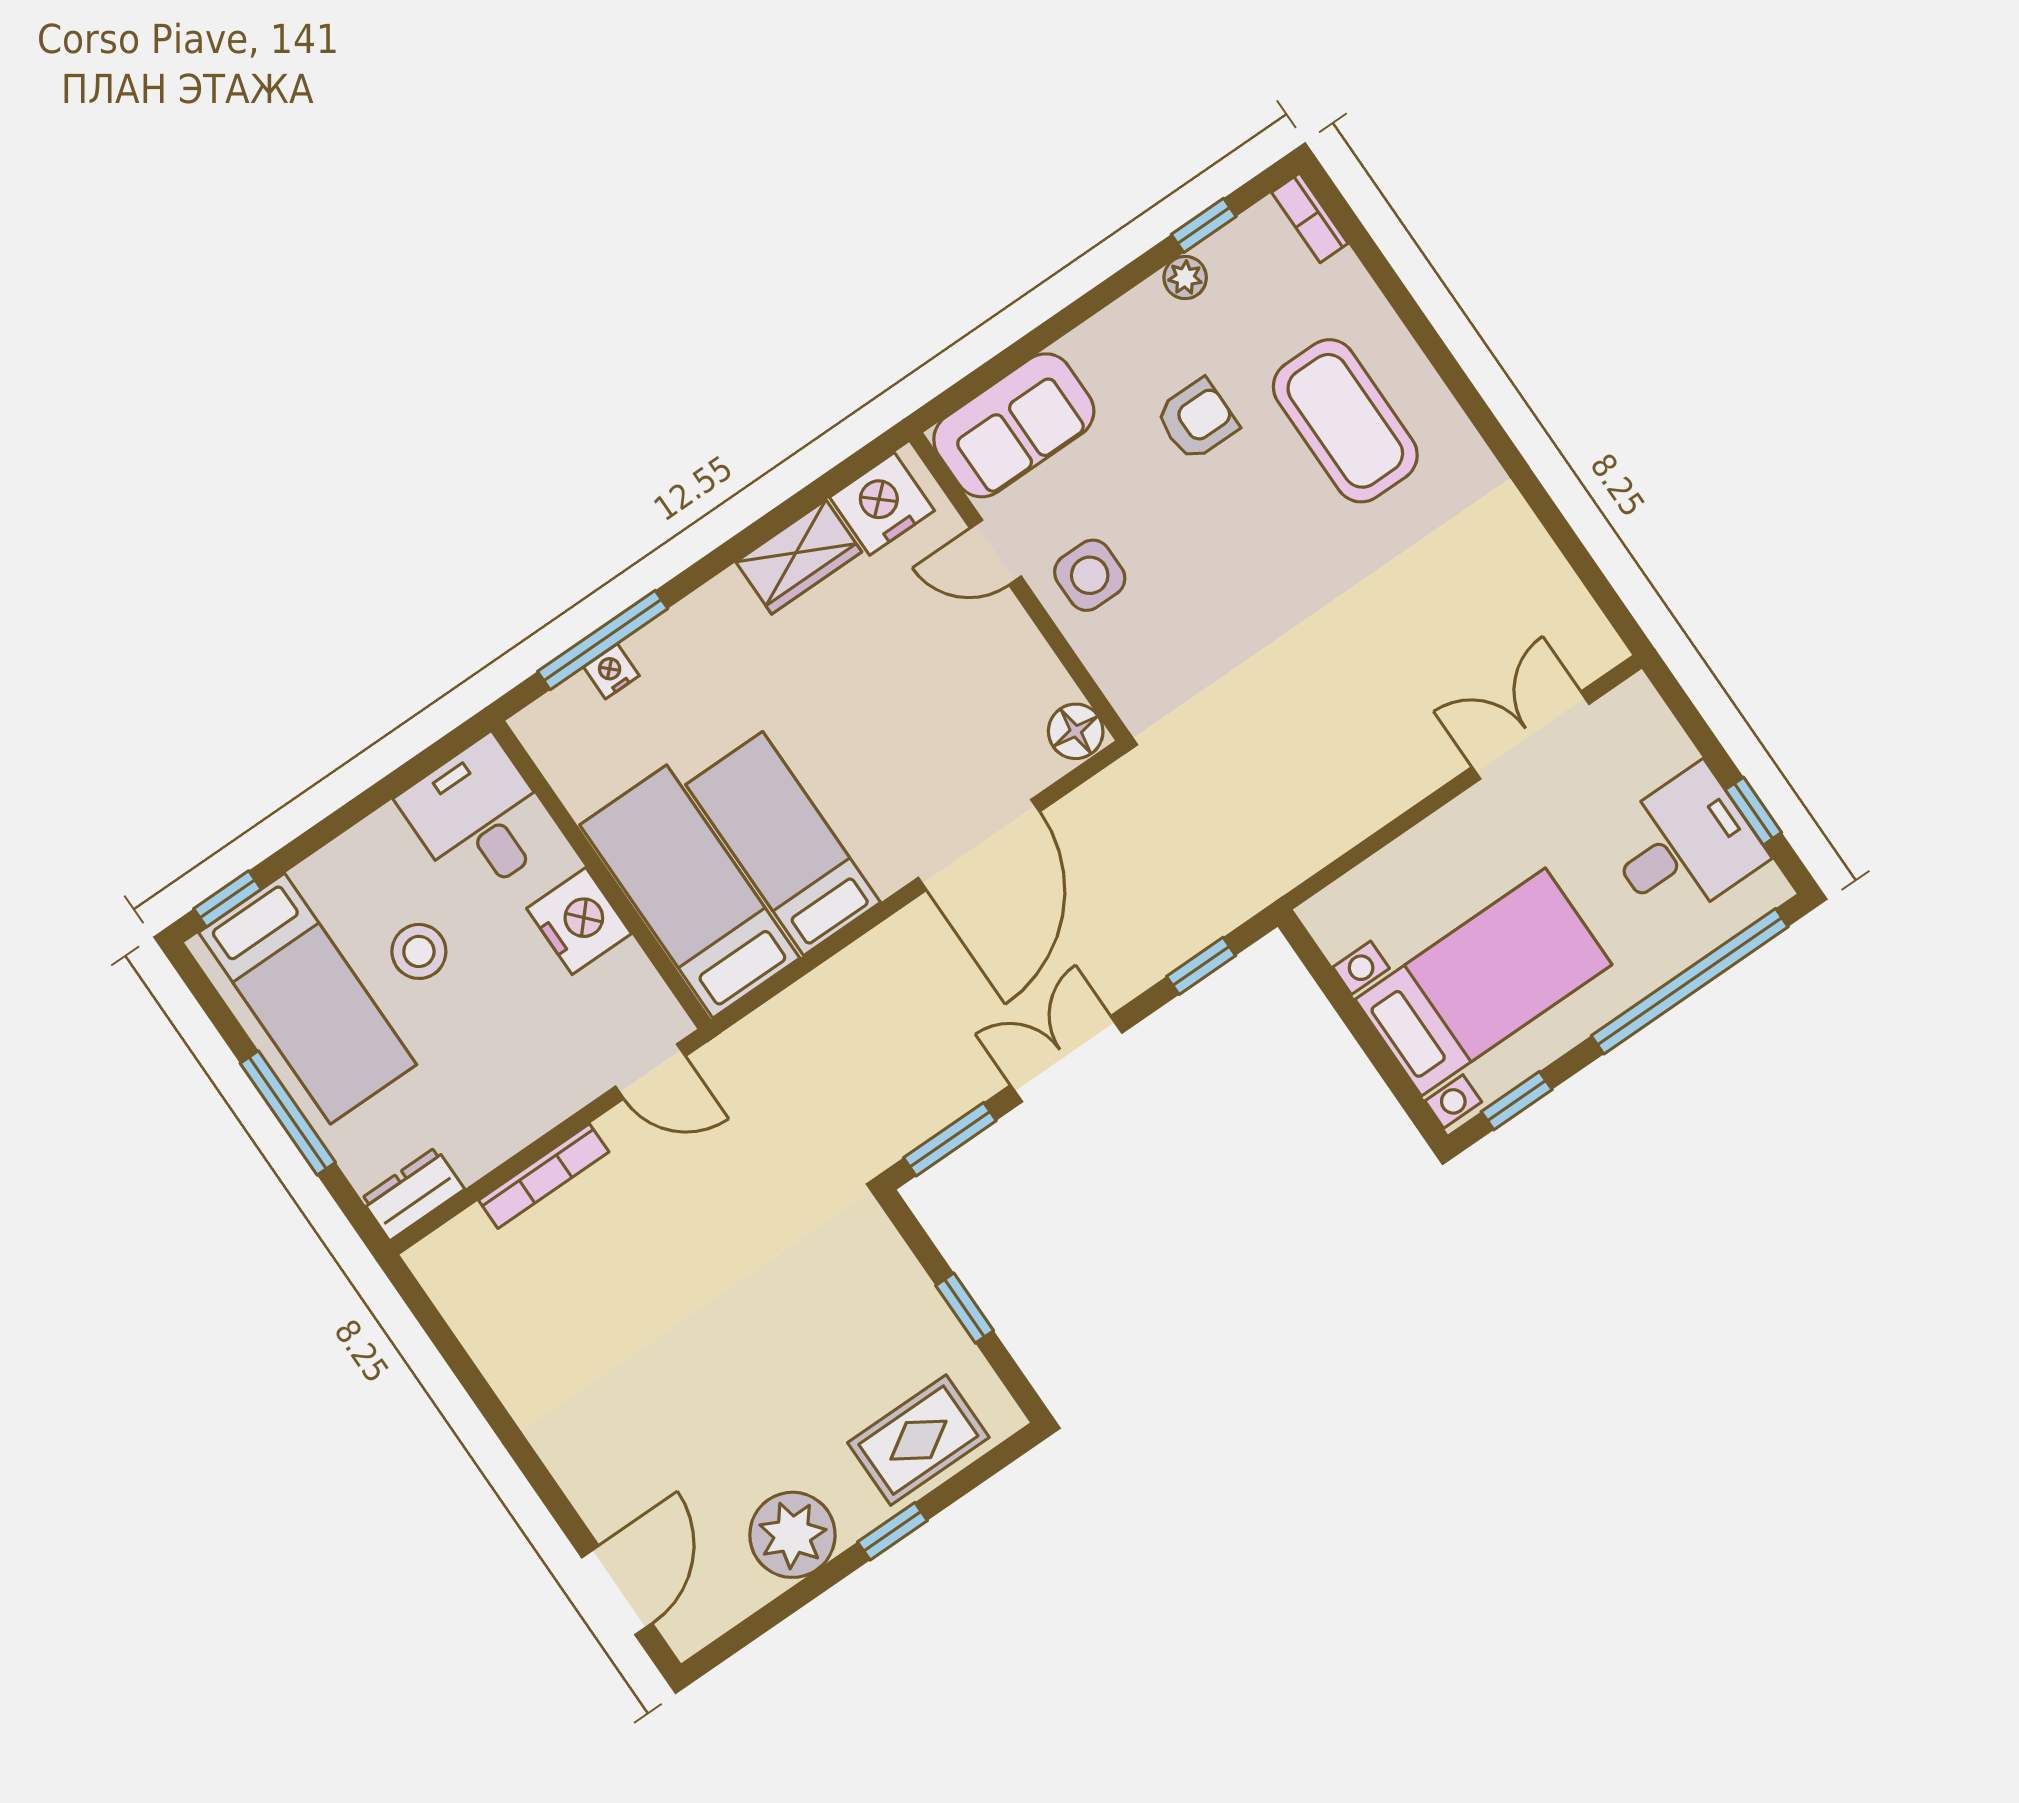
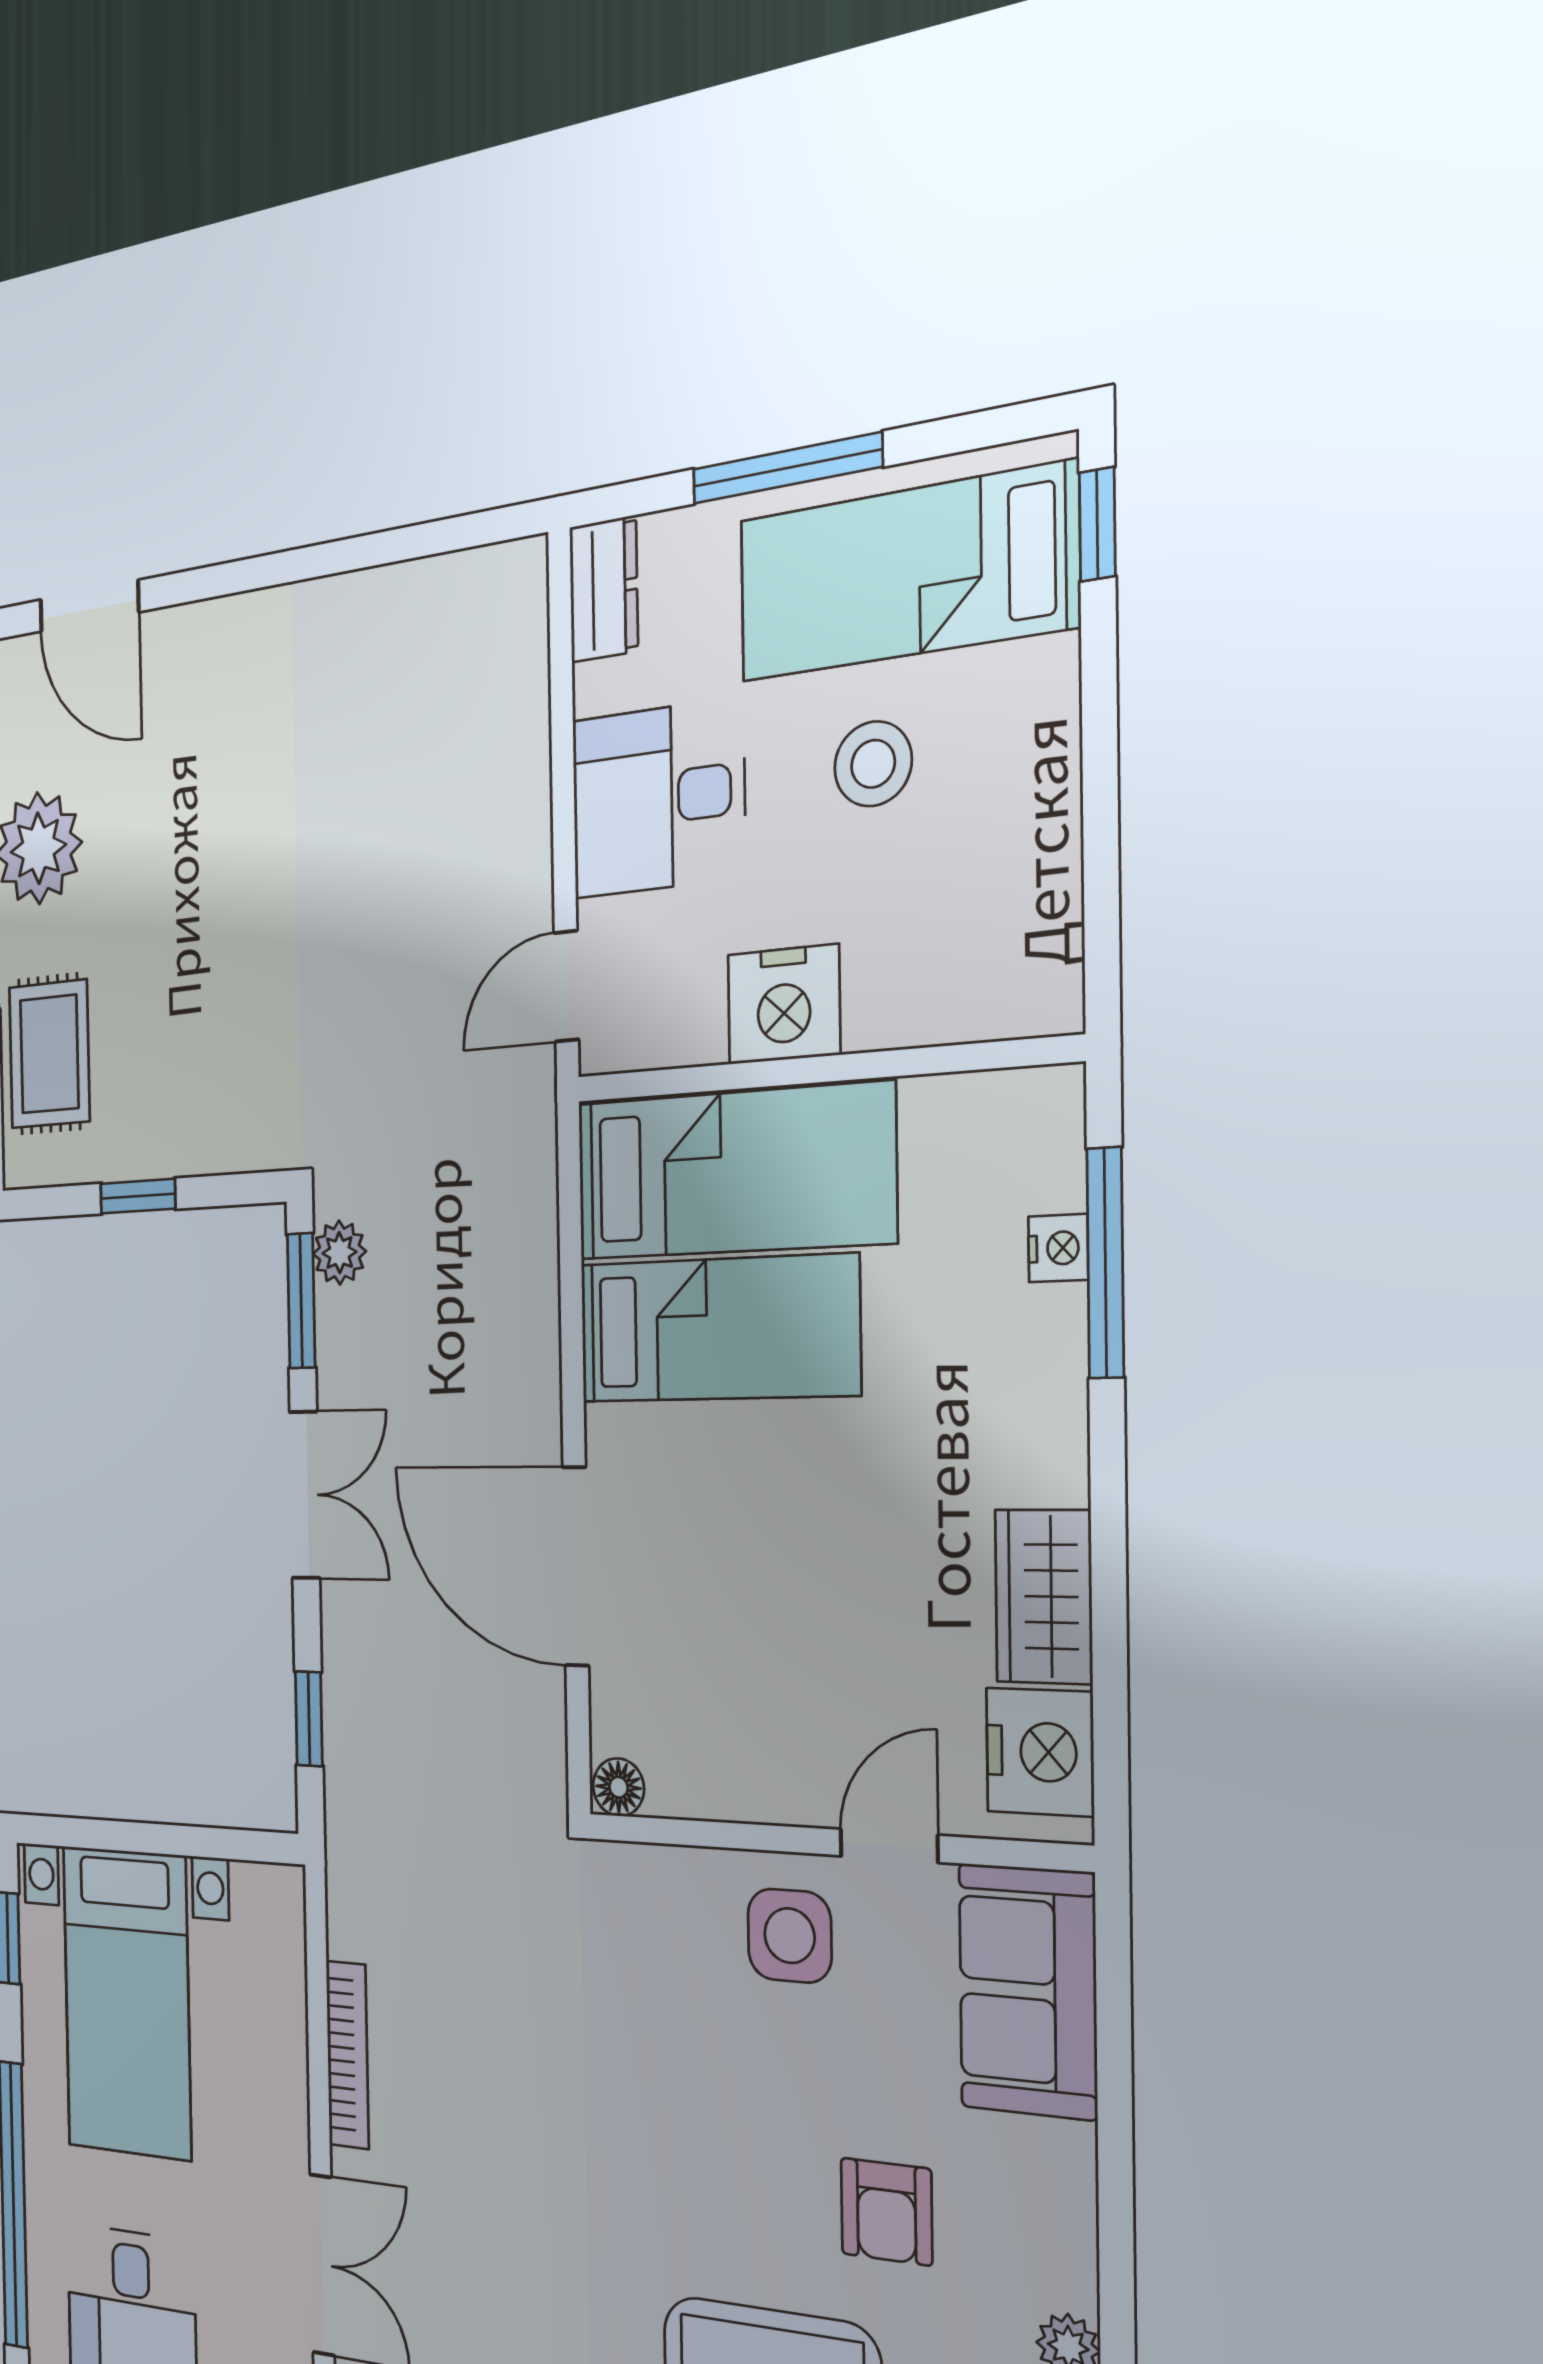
floor lamp: (1076, 731) -> (619, 1787), width x0.73, depth x0.73
desk: (479, 818) -> (658, 799), moved, turned 180
plant: (903, 1130) -> (339, 1253), added
bookcase: (544, 1176) -> (347, 2055), moved, turned 180

